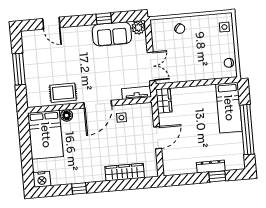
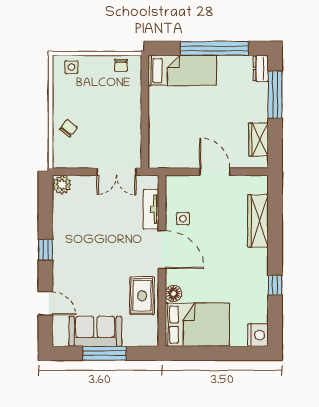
window: (104, 19) -> (45, 250), moved
door: (51, 23) -> (45, 303), hinge flipped
sofa: (112, 34) -> (95, 331), moved, turned -90
double door: (151, 66) -> (116, 172), swing flipped
tv unit: (137, 93) -> (151, 209), moved
wardrobe: (164, 101) -> (258, 139), moved, turned -90
dresser: (211, 167) -> (261, 68), moved, width x0.70
window: (217, 176) -> (275, 95), width x2.17

